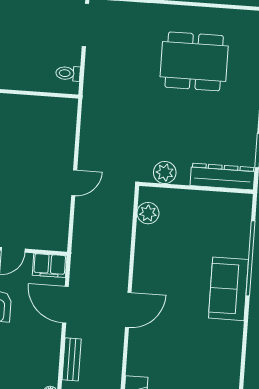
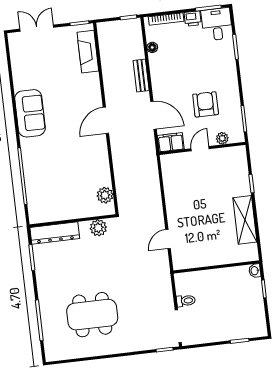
toilet: (68, 73) -> (186, 301), moved
door: (74, 183) -> (168, 239), moved
sofa: (228, 289) -> (30, 113), moved

